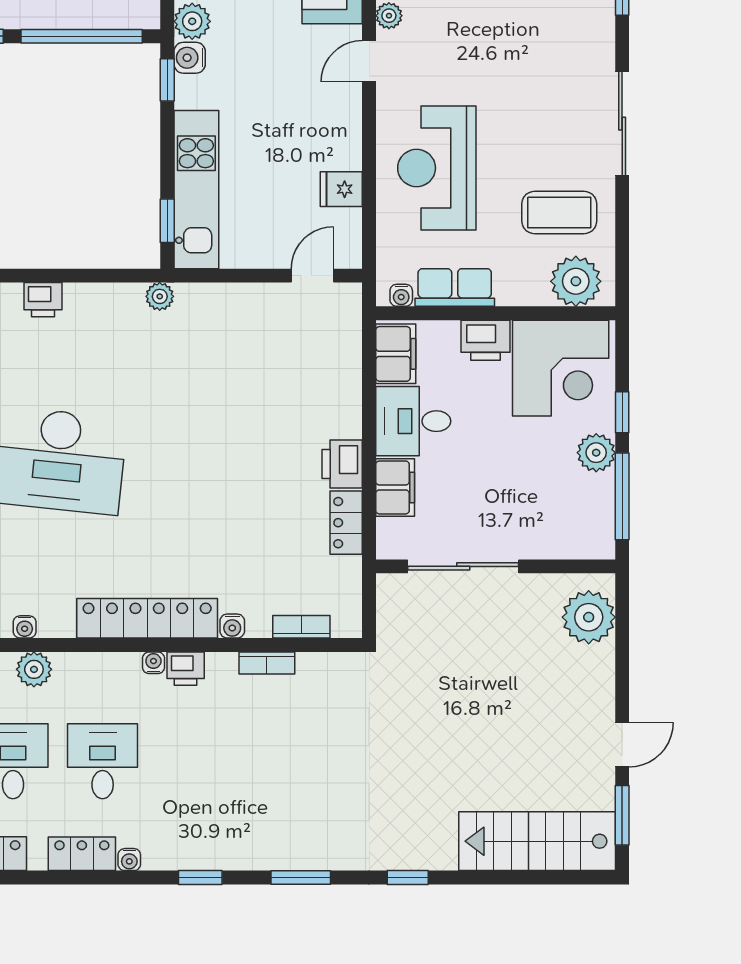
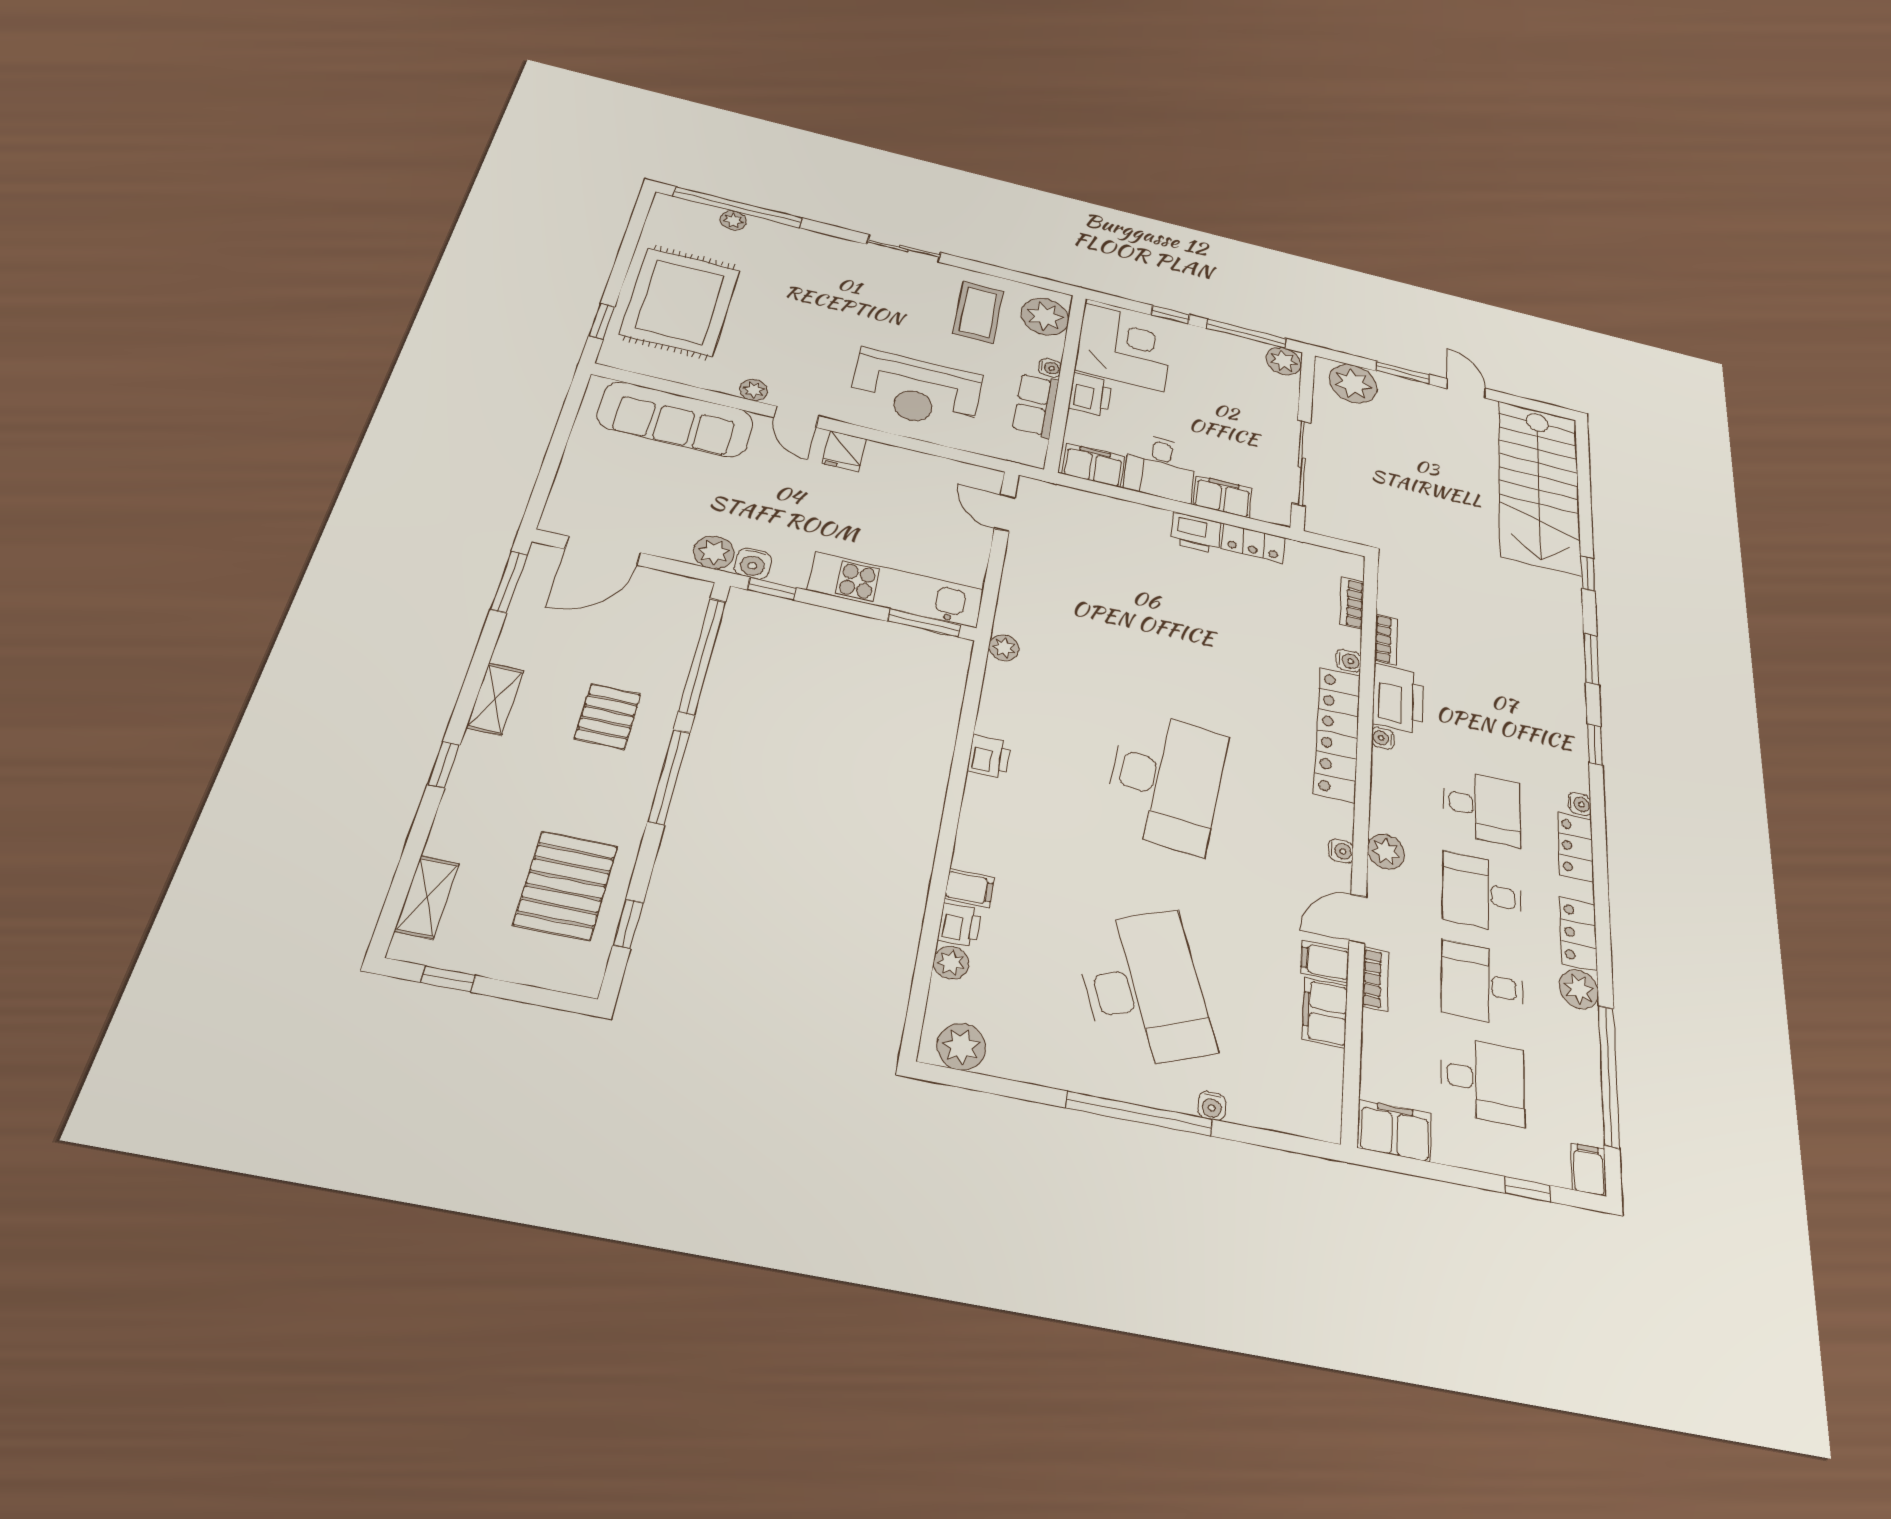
sliding door: (622, 124) -> (904, 248), width x0.73
fridge: (341, 189) -> (844, 451), moved
window: (167, 221) -> (924, 623), width x1.50
water cooler: (401, 295) -> (1050, 368), moved
plant: (596, 453) -> (1283, 361), moved
printer: (186, 669) -> (1398, 699), width x1.87, depth x1.48
desk: (103, 761) -> (1482, 807), turned 180
window: (622, 815) -> (1403, 373), moved
stairs: (537, 841) -> (1539, 486), width x1.36, depth x1.51

